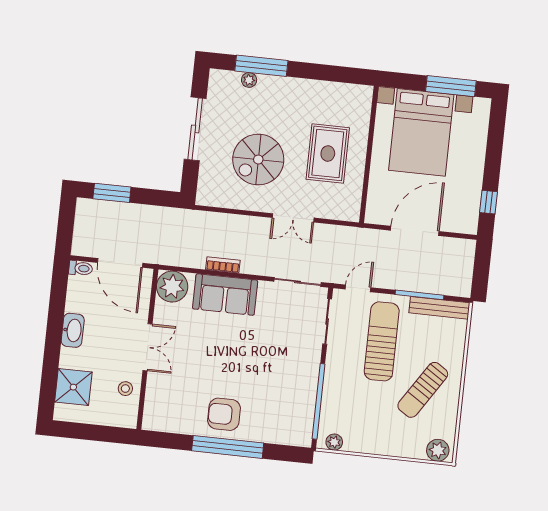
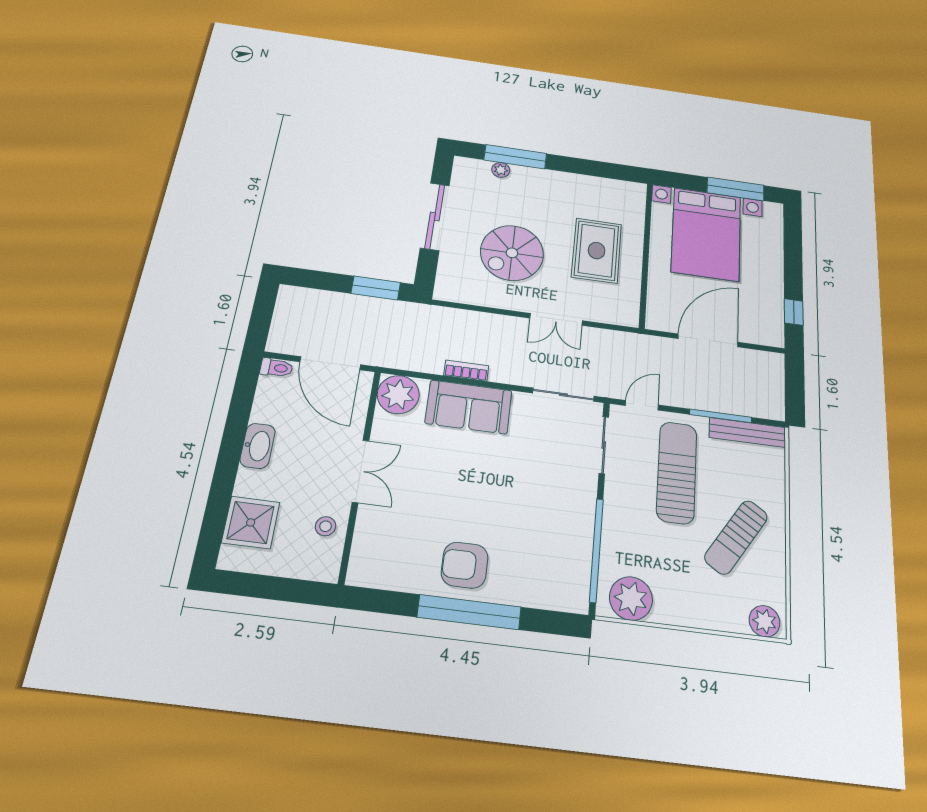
window: (112, 193) -> (376, 288), moved
plant: (334, 442) -> (631, 598), width x1.87, depth x1.87

